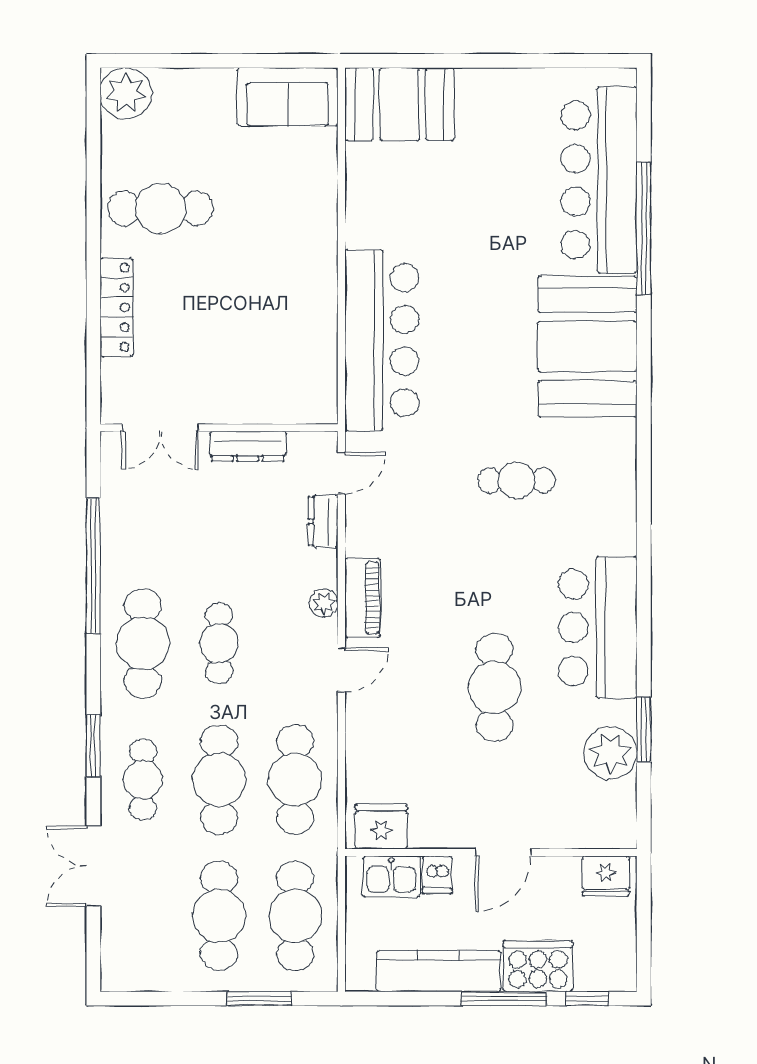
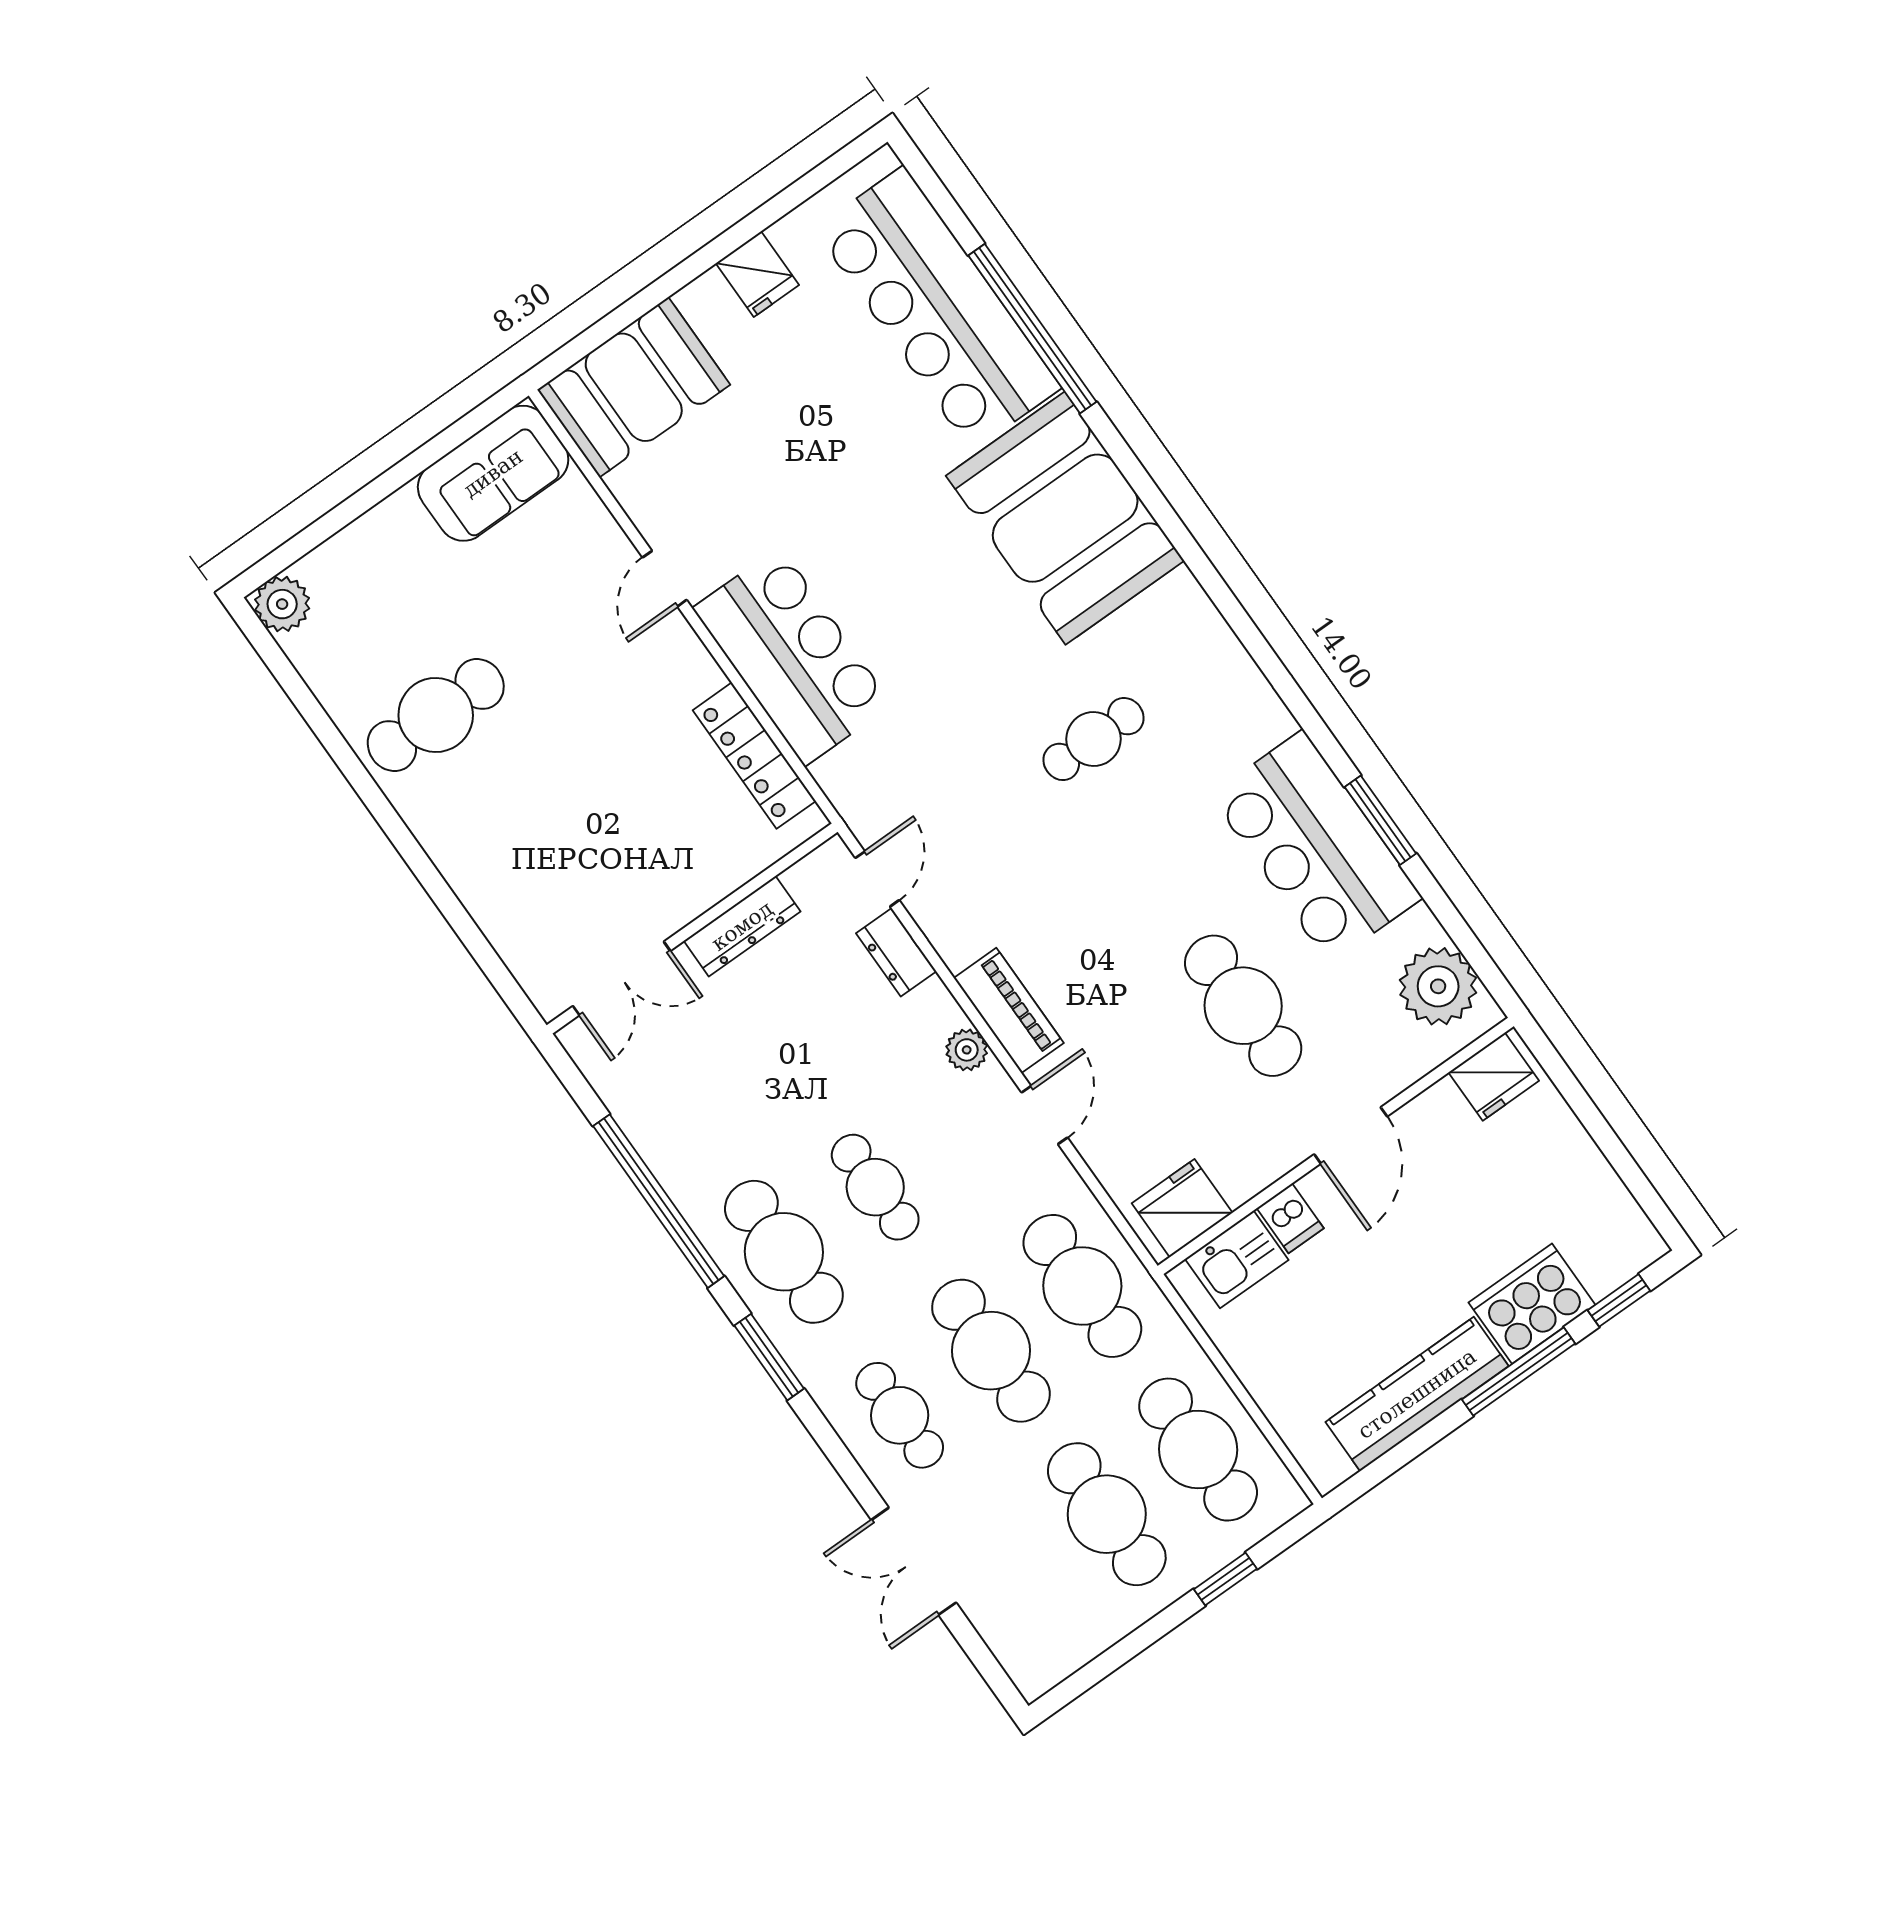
fridge: (513, 90) -> (757, 274), added
plant: (126, 93) -> (282, 604), width x0.73, depth x0.73
door: (341, 223) -> (665, 579), added
locker: (117, 307) -> (754, 756), moved, turned 180
bar counter: (382, 340) -> (792, 656), width x0.73
window: (644, 729) -> (1380, 820), moved
window: (93, 746) -> (769, 1357), moved
fridge: (381, 827) -> (1182, 1208), moved
wall: (491, 852) -> (1336, 1146), moved
door: (503, 852) -> (1351, 1135), moved
dishwasher: (437, 875) -> (1290, 1218), moved
fridge: (606, 876) -> (1494, 1077), moved
kitchen sink: (391, 877) -> (1237, 1259), moved
window: (259, 999) -> (1225, 1579), width x0.67

